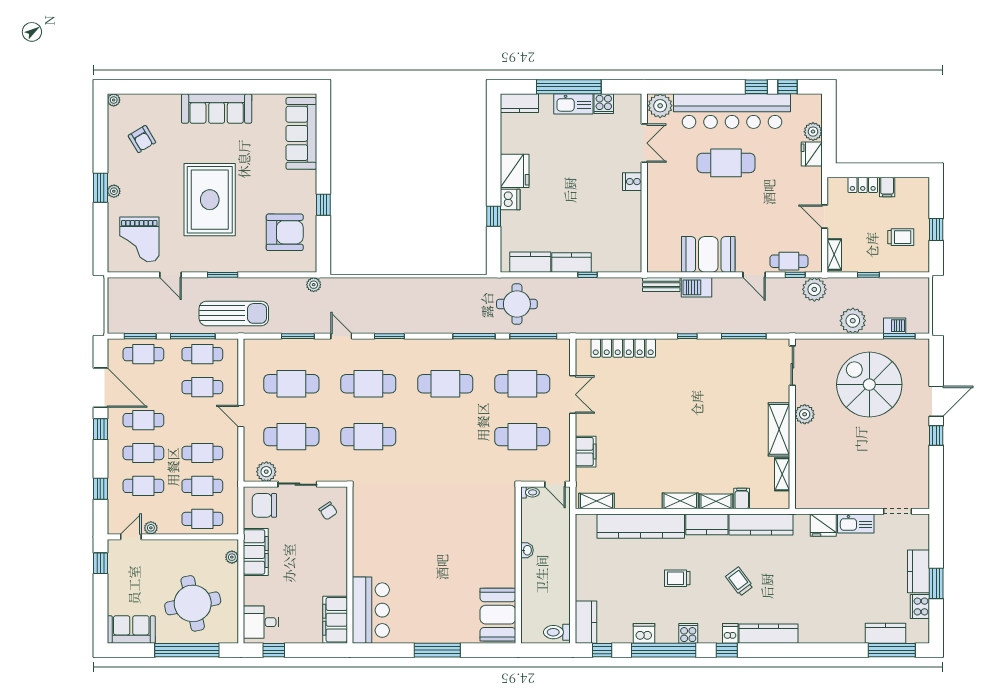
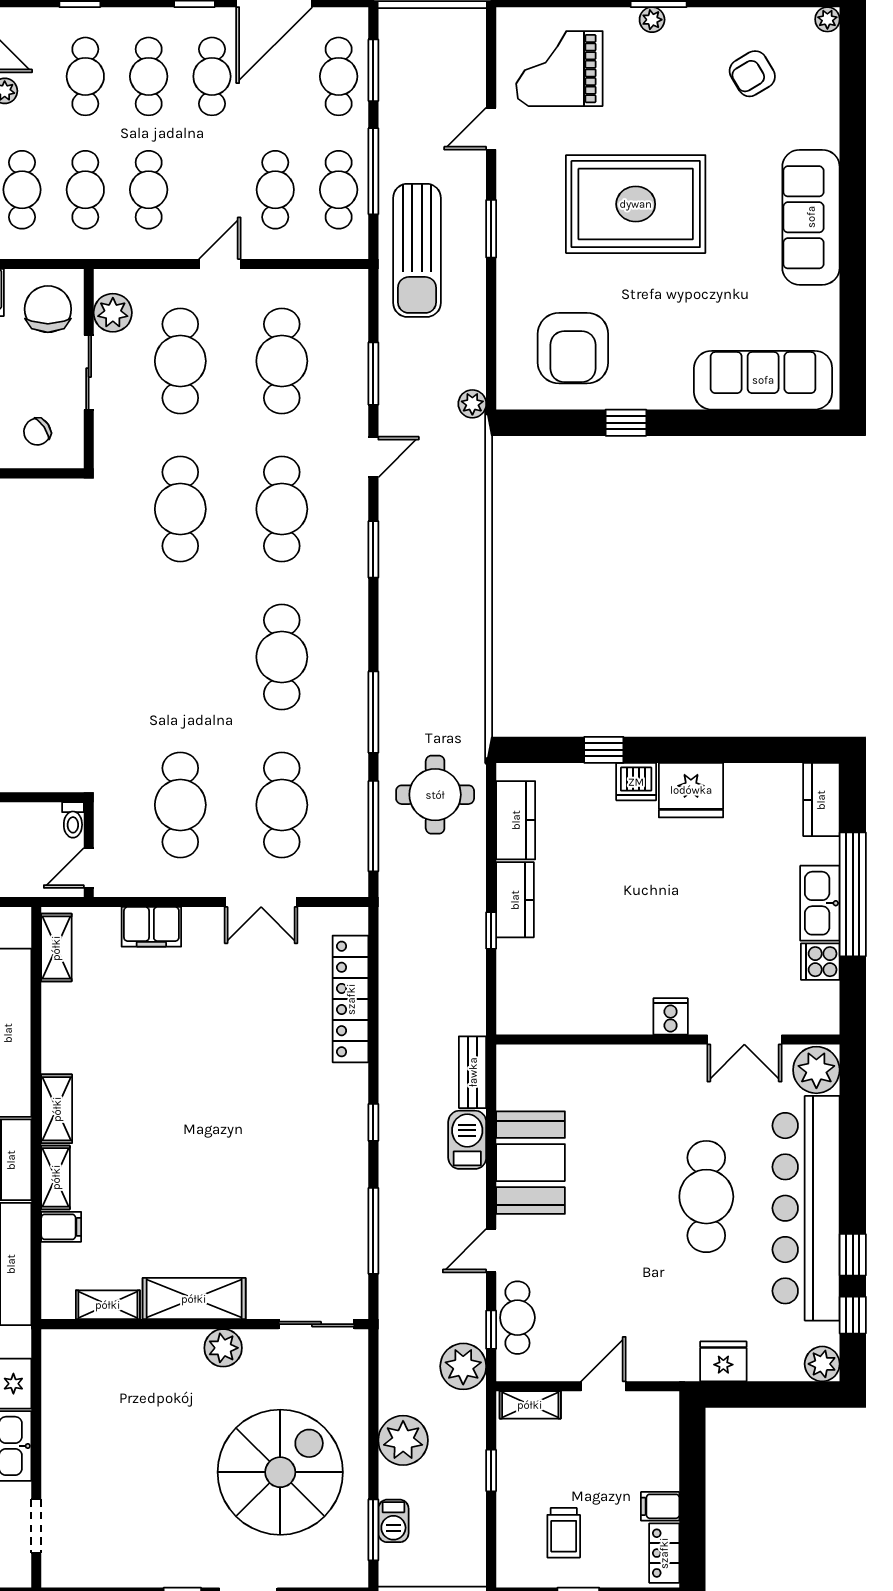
plant: (813, 132) -> (822, 1364), moved
locker: (863, 185) -> (664, 1553), moved

